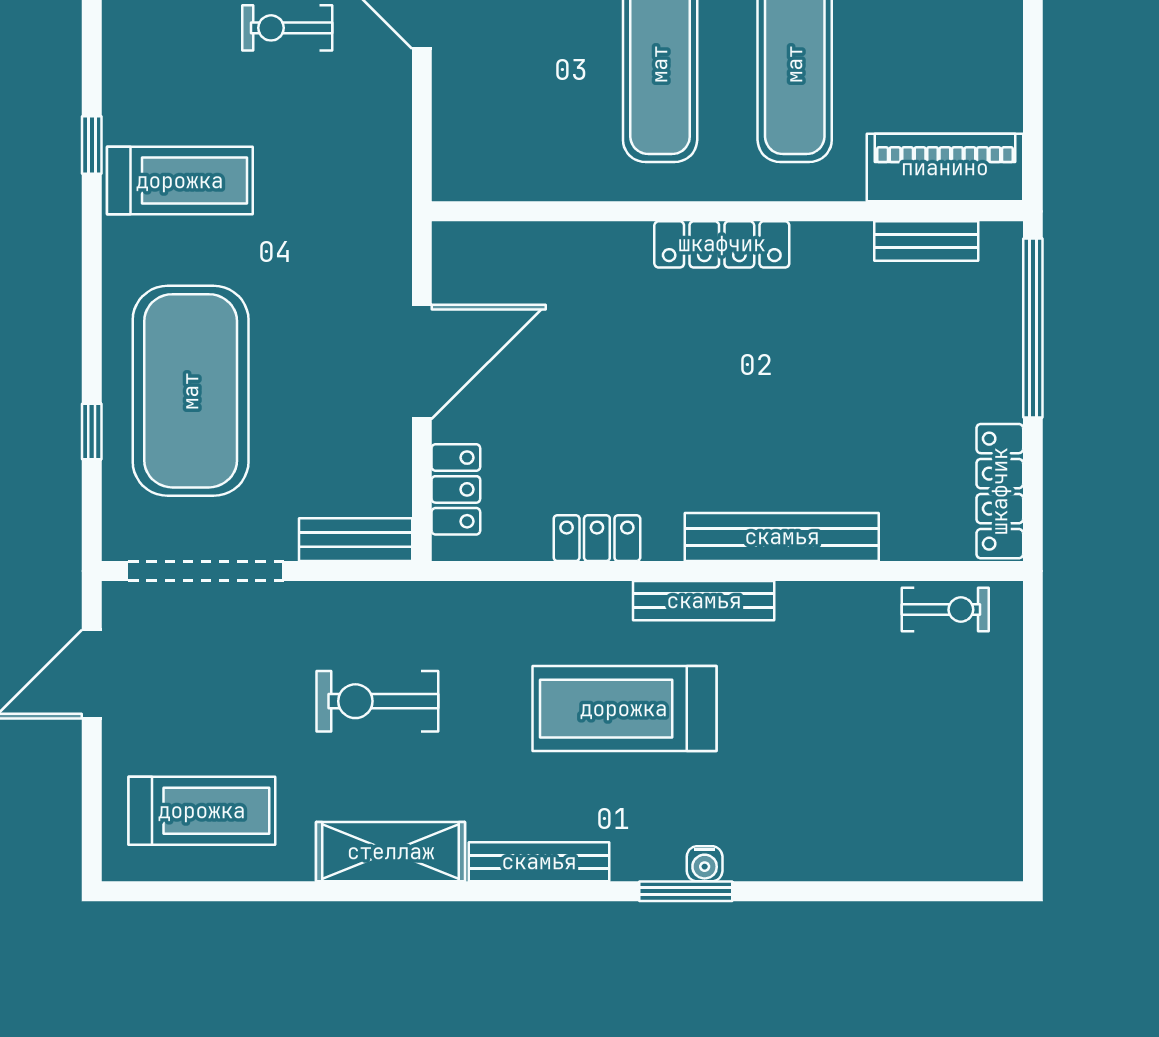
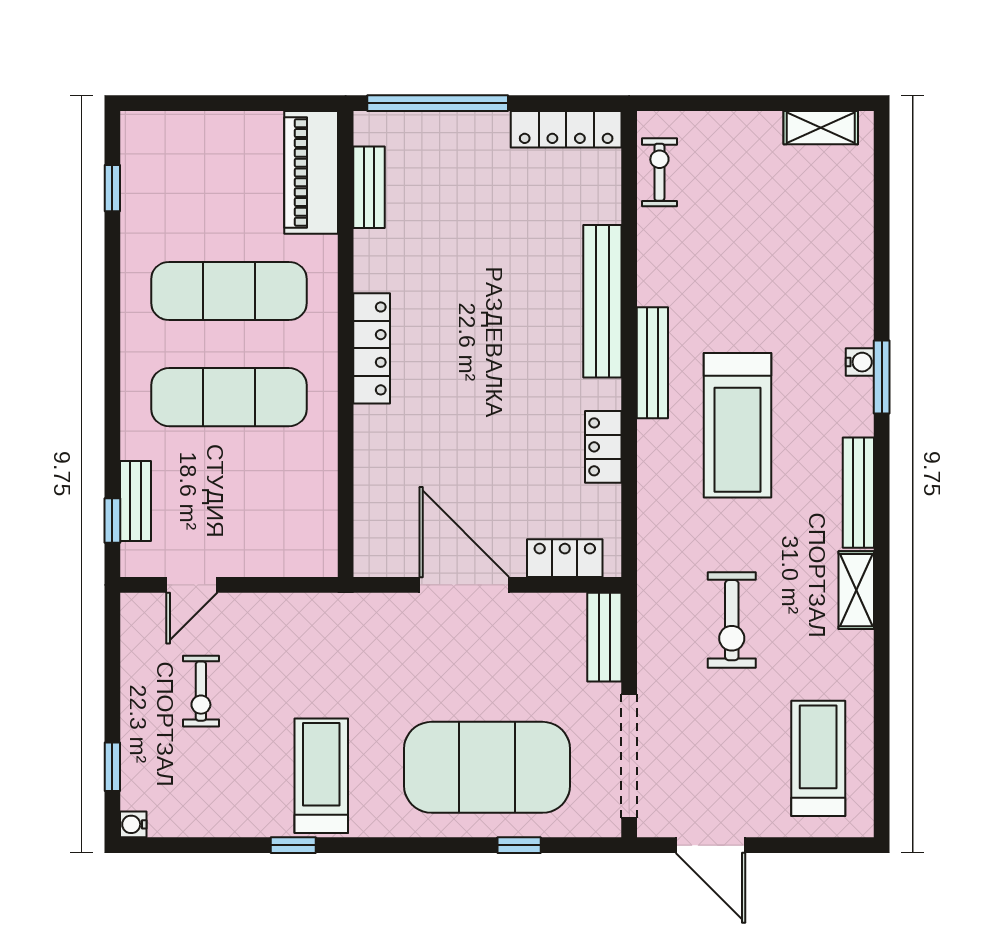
shelving: (1002, 814) -> (821, 128), added
shelving: (391, 852) -> (856, 590), width x0.67, depth x0.75

